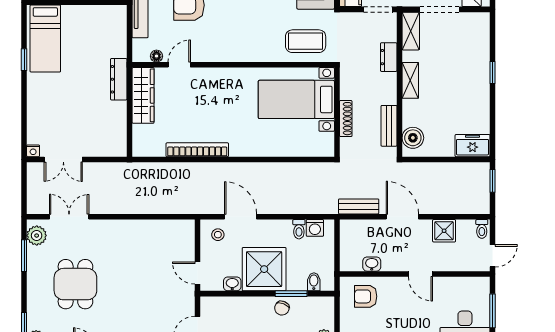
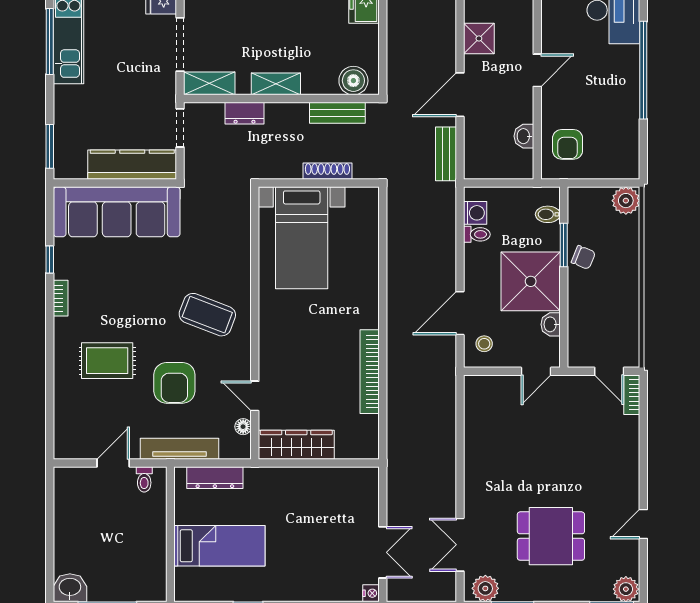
bed: (45, 39) -> (219, 546), moved
coffee table: (306, 41) -> (207, 315), moved, turned -69
dresser: (119, 79) -> (215, 478), moved

